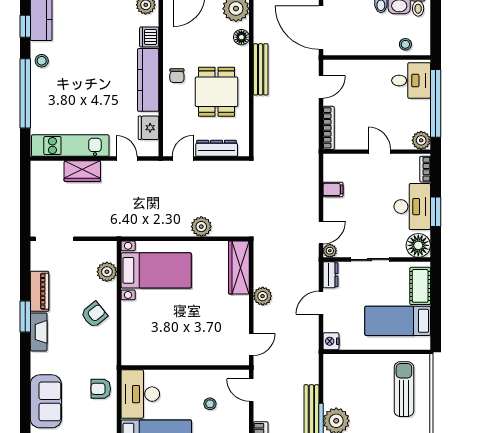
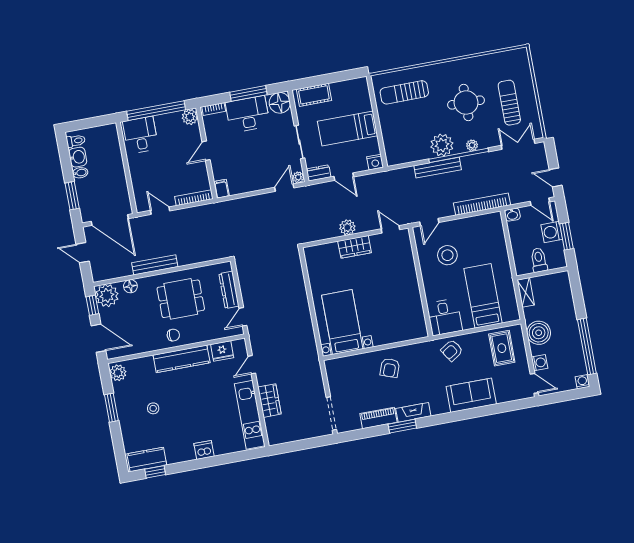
door: (321, 28) -> (110, 220), hinge flipped
dishwasher: (149, 37) -> (204, 450), moved, turned 180
stool: (405, 44) -> (111, 146), removed
stool: (42, 61) -> (153, 408), moved
window: (25, 93) -> (212, 461), removed
door: (183, 159) -> (243, 317), hinge flipped
filing cabinet: (333, 189) -> (221, 189), moved
window: (436, 212) -> (248, 93), width x1.44
plant: (201, 227) -> (298, 291), removed
door: (321, 233) -> (284, 188), hinge flipped
wardrobe: (239, 267) -> (355, 247), moved, width x0.67
plant: (107, 272) -> (351, 364), removed
armchair: (94, 315) -> (390, 368), turned -121
bed: (398, 321) -> (348, 129), moved, turned 90
armchair: (101, 389) -> (452, 350), turned 57
desk: (140, 394) -> (444, 317), width x0.73
stool: (210, 404) -> (447, 255), width x1.89, depth x1.89

